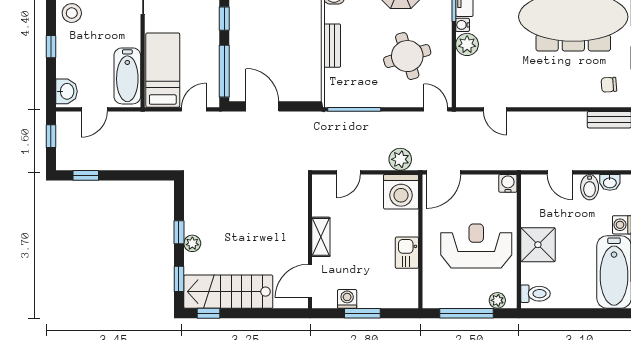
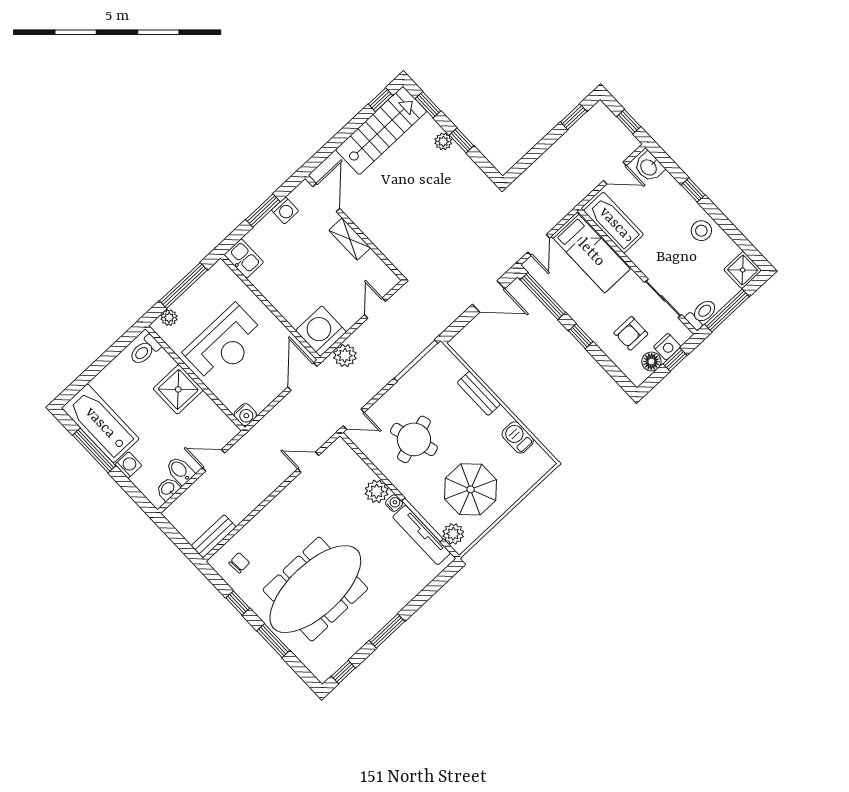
door: (94, 109) -> (615, 173), swing flipped
kitchen sink: (407, 253) -> (244, 258), moved

